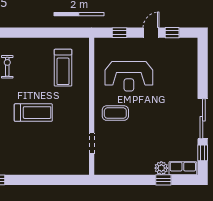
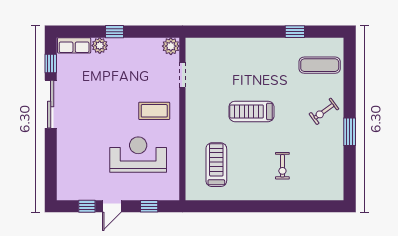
plant: (101, 168) -> (171, 46), added
window: (163, 180) -> (114, 32), moved

